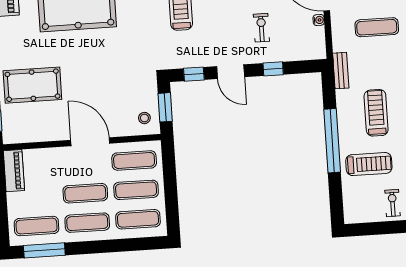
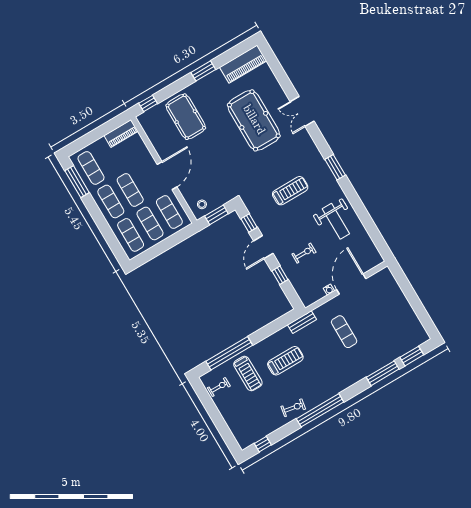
window: (332, 141) -> (229, 353), moved
exercise bike: (393, 203) -> (219, 387), moved

